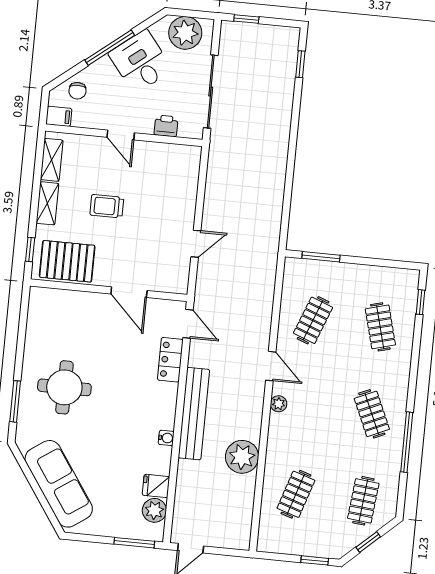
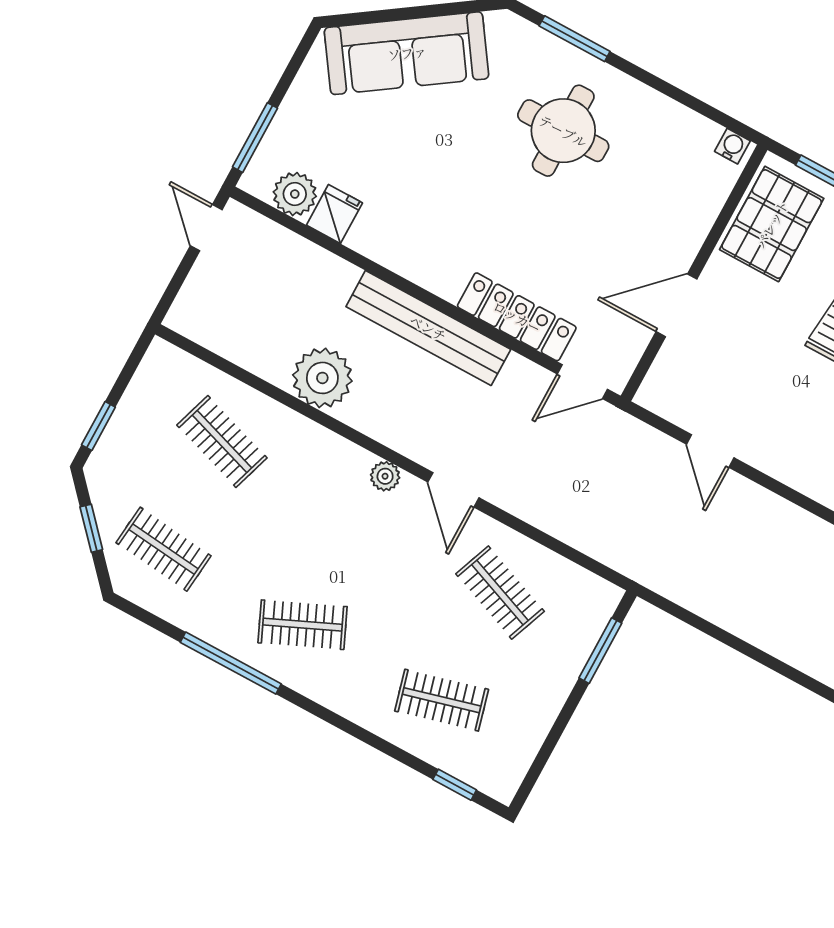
locker: (170, 360) -> (517, 317), width x1.53
door: (271, 366) -> (453, 490), hinge flipped
water cooler: (166, 438) -> (732, 146), moved, turned 180

